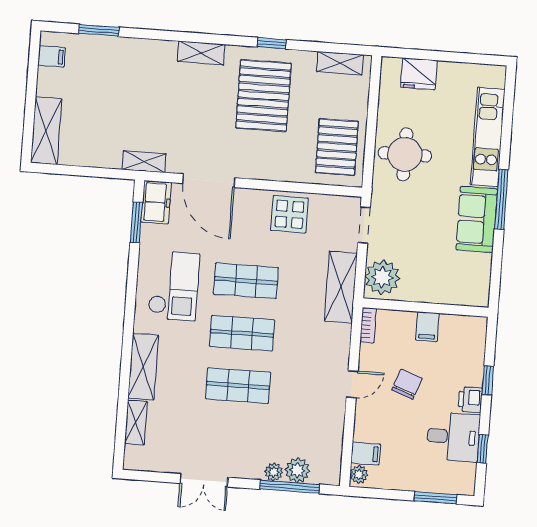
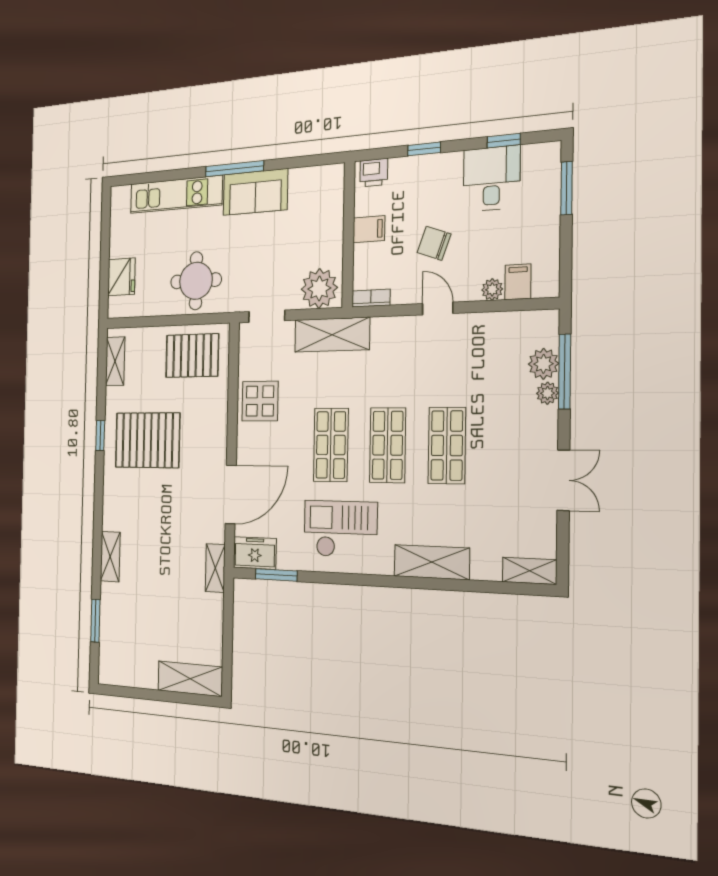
shelving: (201, 53) -> (110, 557), moved
filing cabinet: (52, 56) -> (121, 672), removed
printer: (470, 400) -> (374, 173), moved
shelving: (136, 423) -> (530, 571), moved
plant: (359, 475) -> (492, 289), moved

